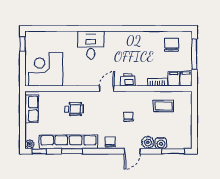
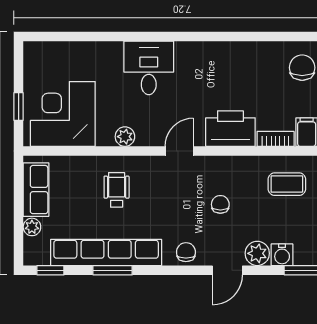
window: (22, 44) -> (19, 106), moved
printer: (128, 80) -> (230, 129), width x1.87, depth x1.48
plant: (78, 81) -> (125, 137), added
wheelchair: (74, 109) -> (117, 190), turned -90
plant: (30, 144) -> (32, 227), moved

